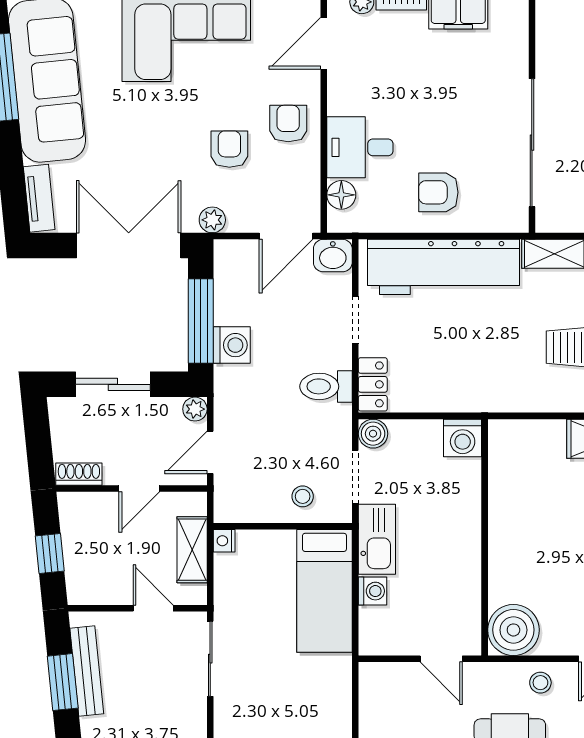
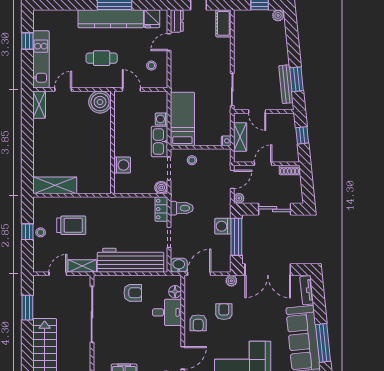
armchair: (229, 149) -> (224, 312), turned 180
washing machine: (463, 438) -> (122, 165), moved, turned 90
stool: (540, 683) -> (151, 66), moved

